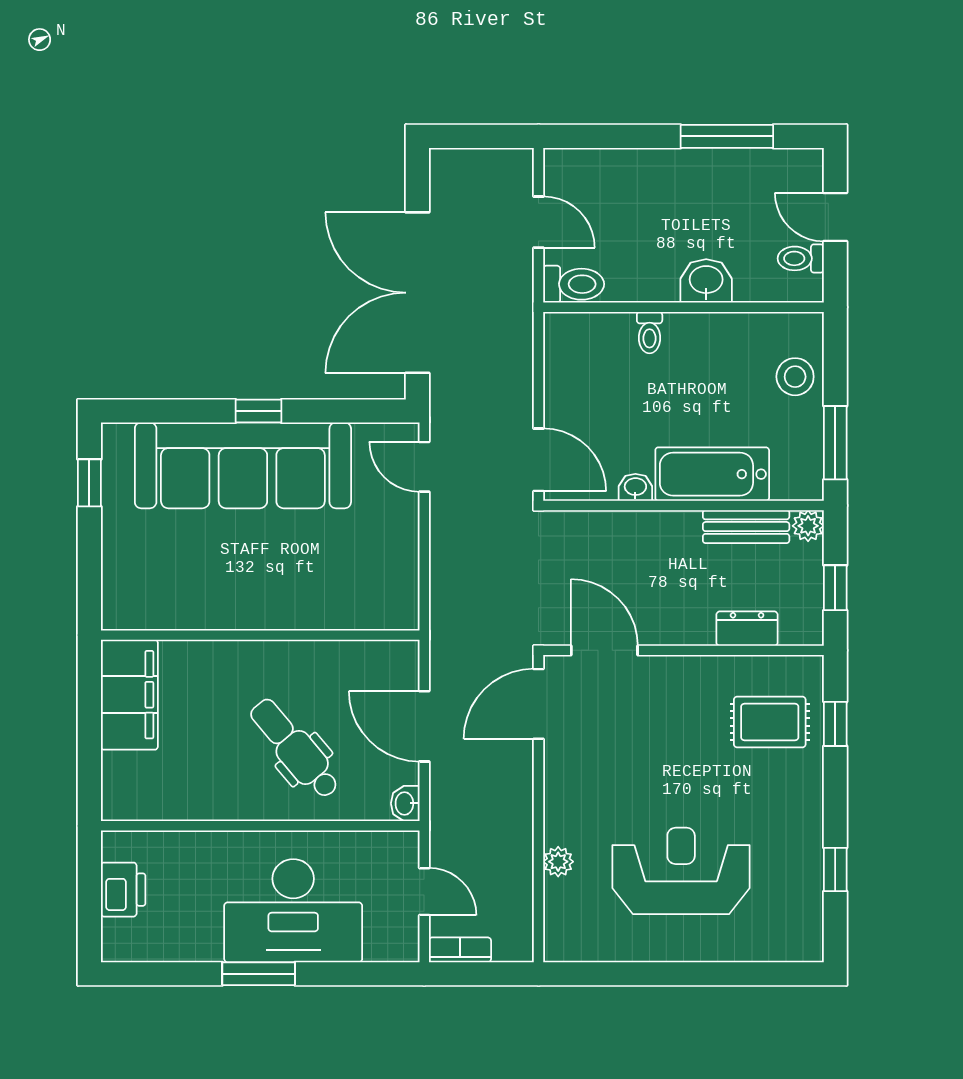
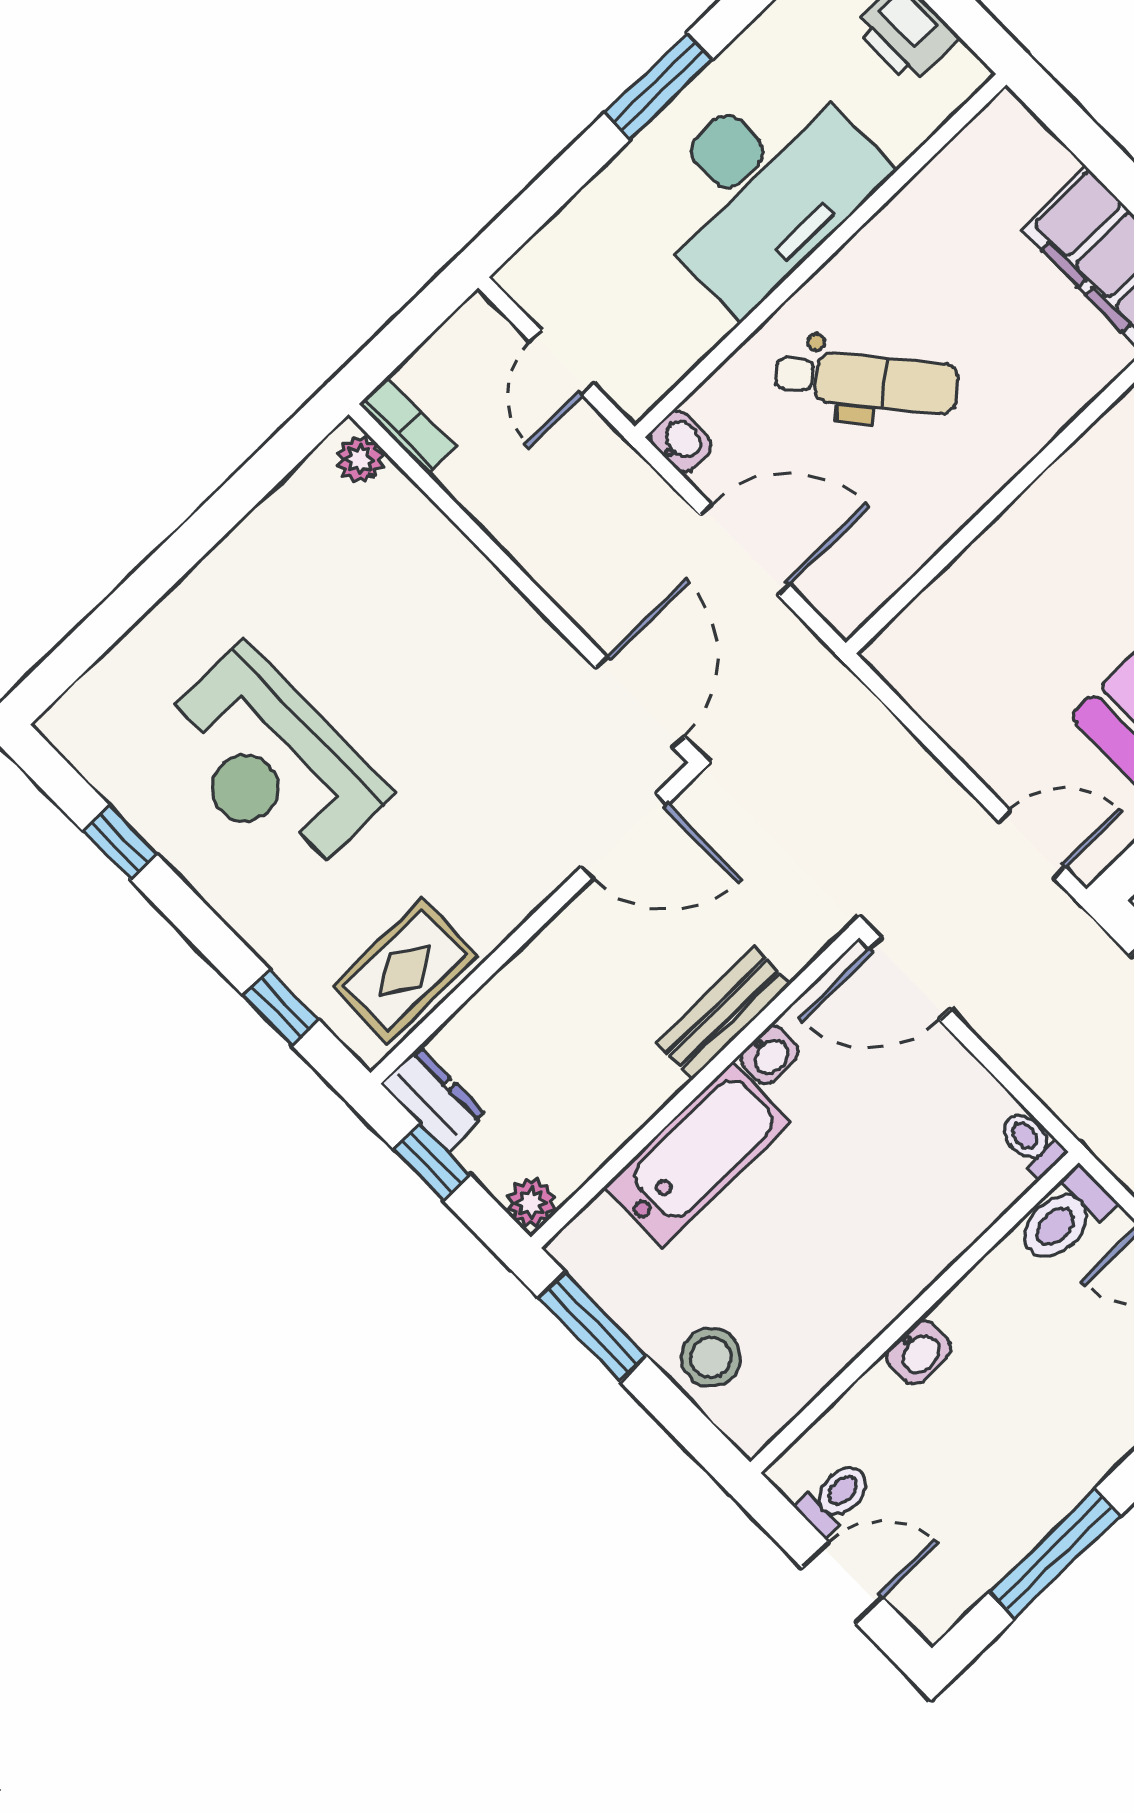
washbasin: (706, 281) -> (919, 1352), width x0.72, depth x0.69
toilet: (650, 333) -> (1031, 1142), moved
bench: (746, 527) -> (724, 1013), moved
dresser: (747, 629) -> (434, 1099), moved, turned -90
rug: (770, 722) -> (405, 971), moved
plant: (558, 862) -> (360, 460), moved
reception desk: (681, 871) -> (271, 763), moved, turned 90
door: (424, 892) -> (562, 362), hinge flipped
desk: (293, 911) -> (762, 188), moved, turned 180
bookcase: (460, 950) -> (407, 425), moved, turned -90

